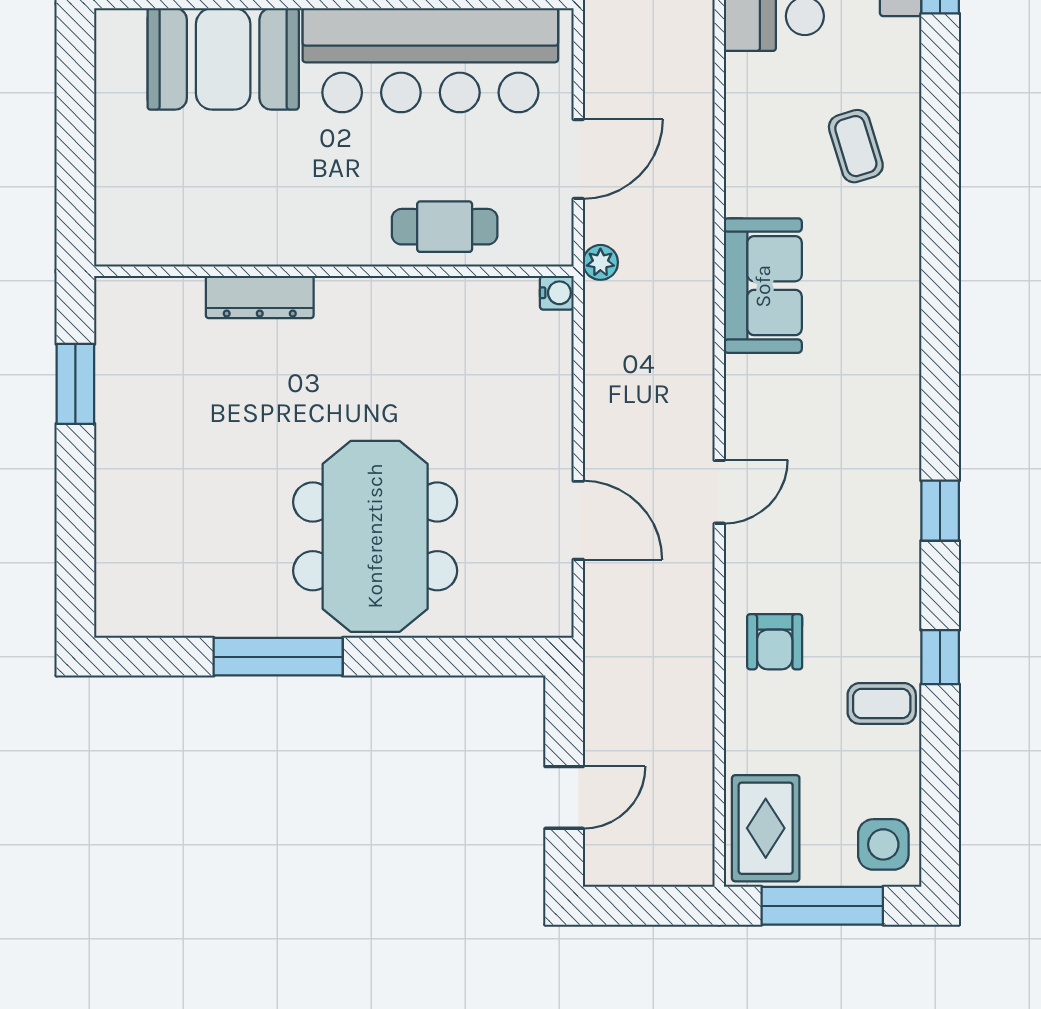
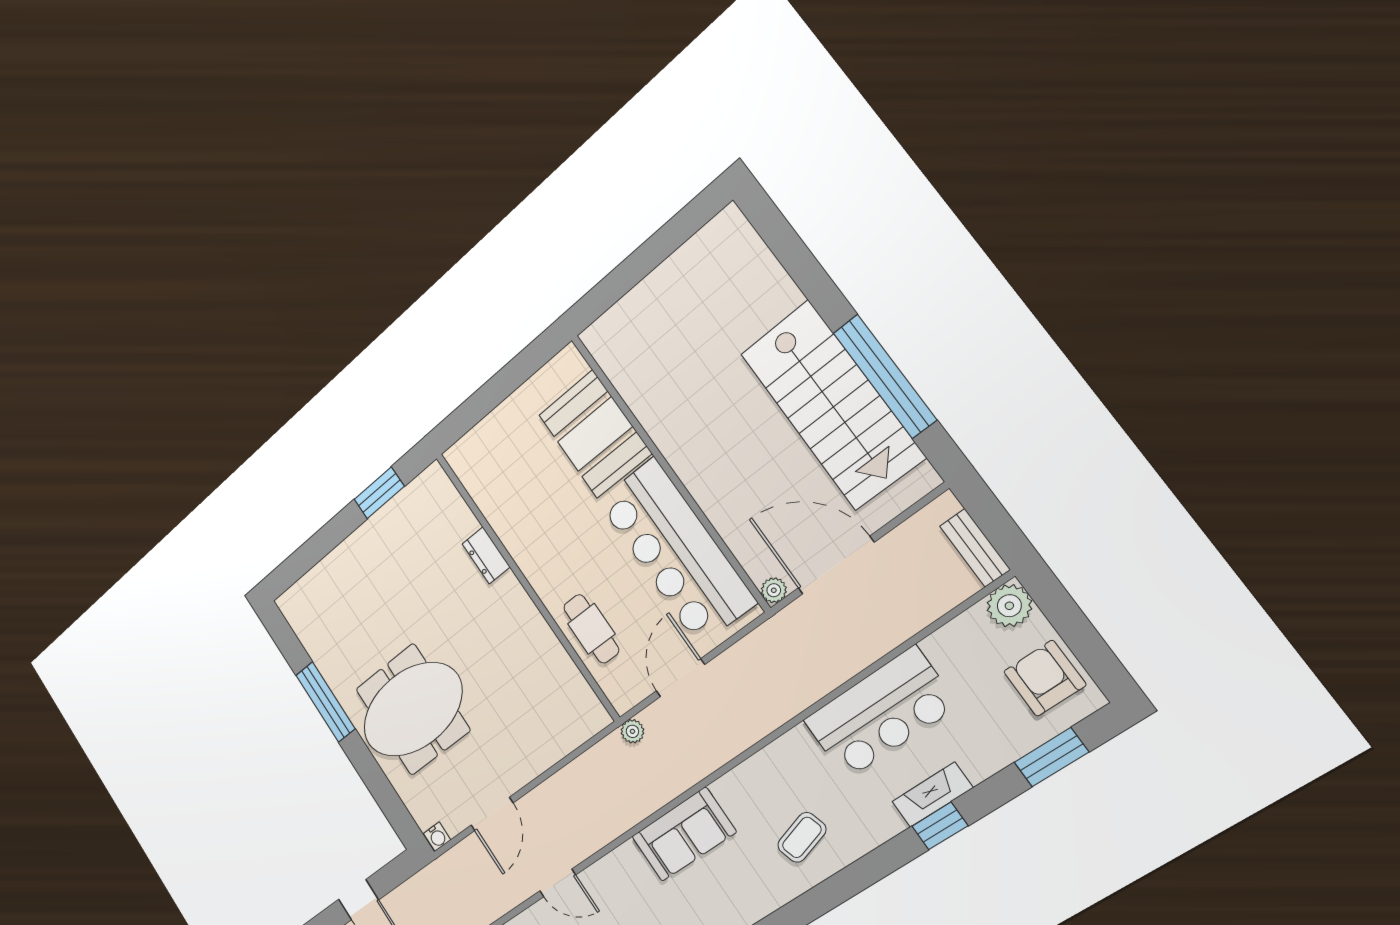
door: (578, 159) -> (680, 678), swing flipped
water cooler: (557, 293) -> (437, 837), moved
dresser: (260, 297) -> (486, 555), width x0.70

